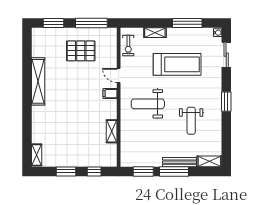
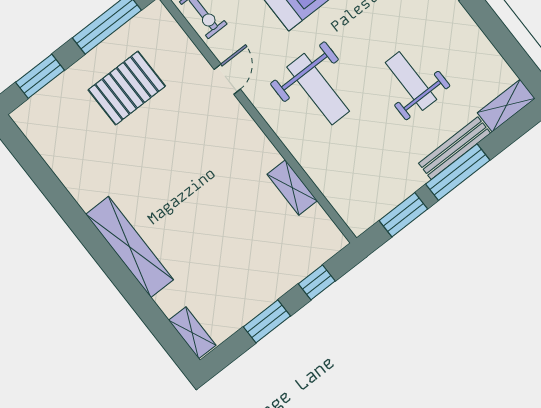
door: (119, 75) -> (227, 79), swing flipped
shelving: (38, 81) -> (130, 247), moved
filing cabinet: (110, 94) -> (237, 123), removed
weight bench: (148, 104) -> (318, 89), turned -90
weight bench: (191, 121) -> (411, 81), moved, turned 180

